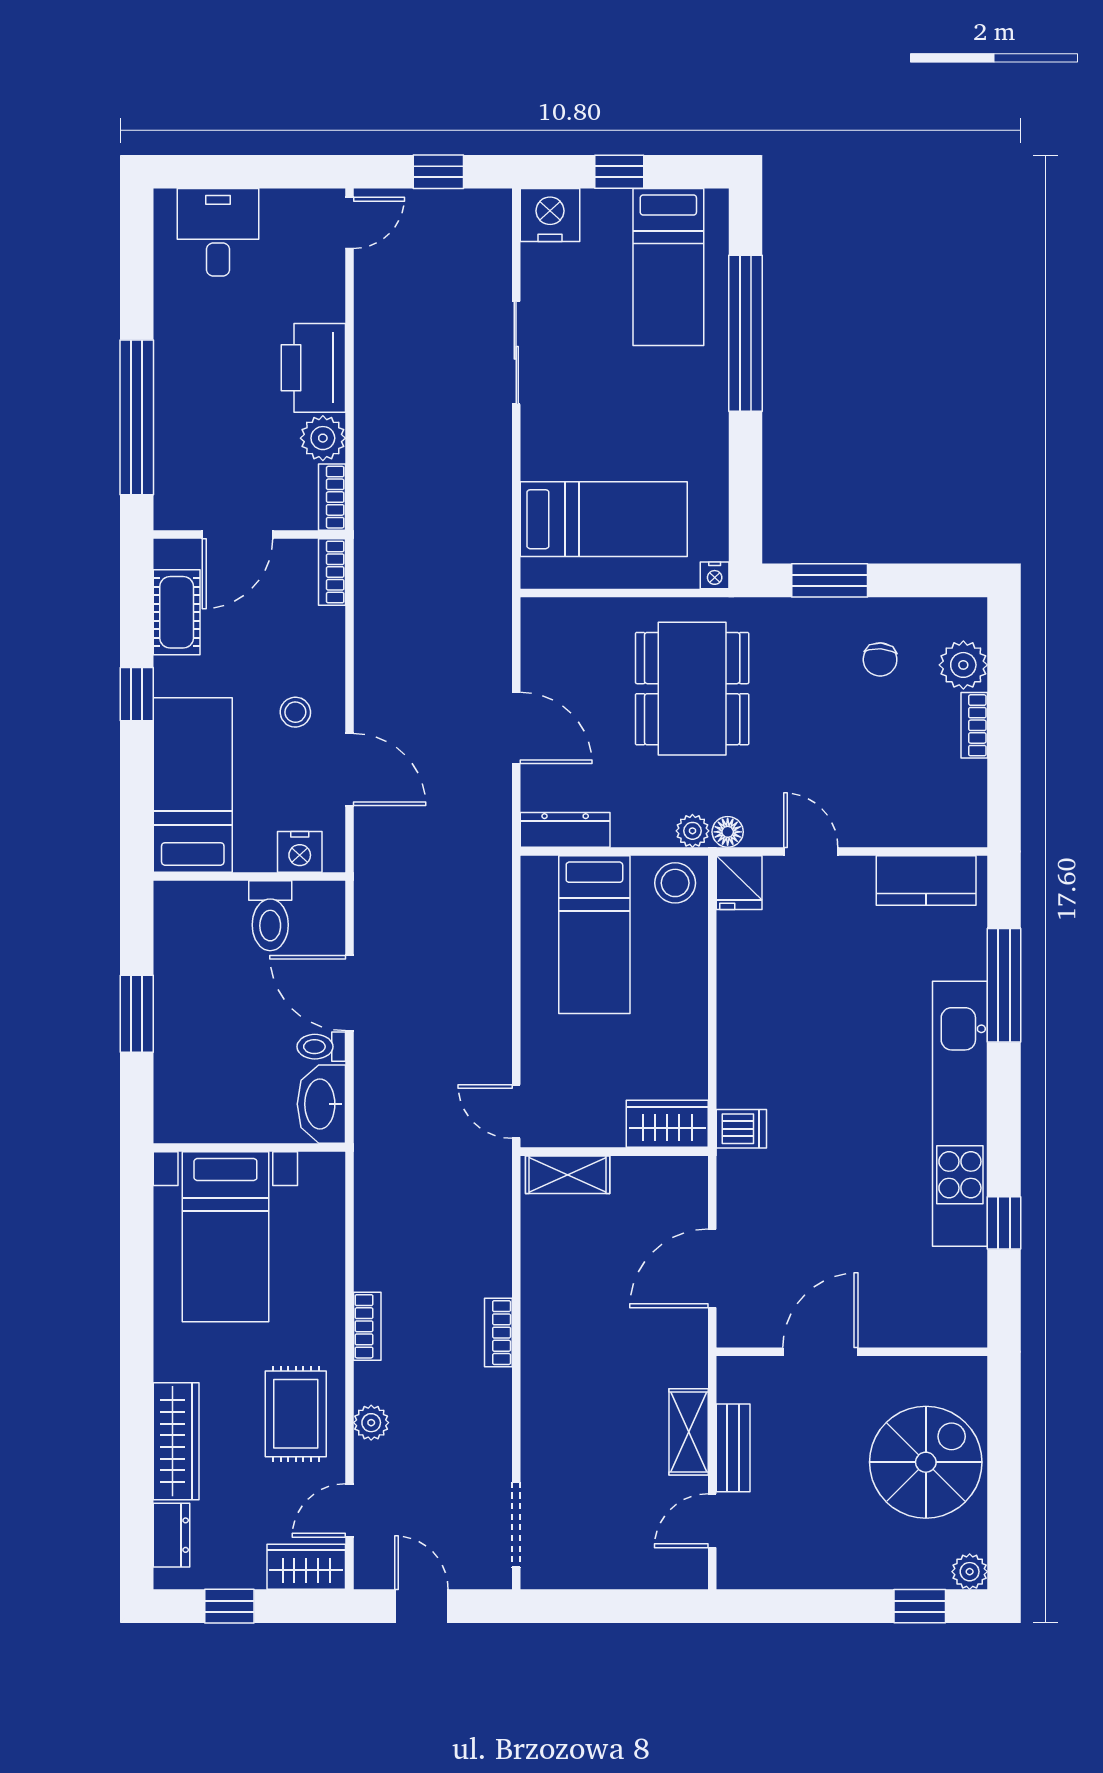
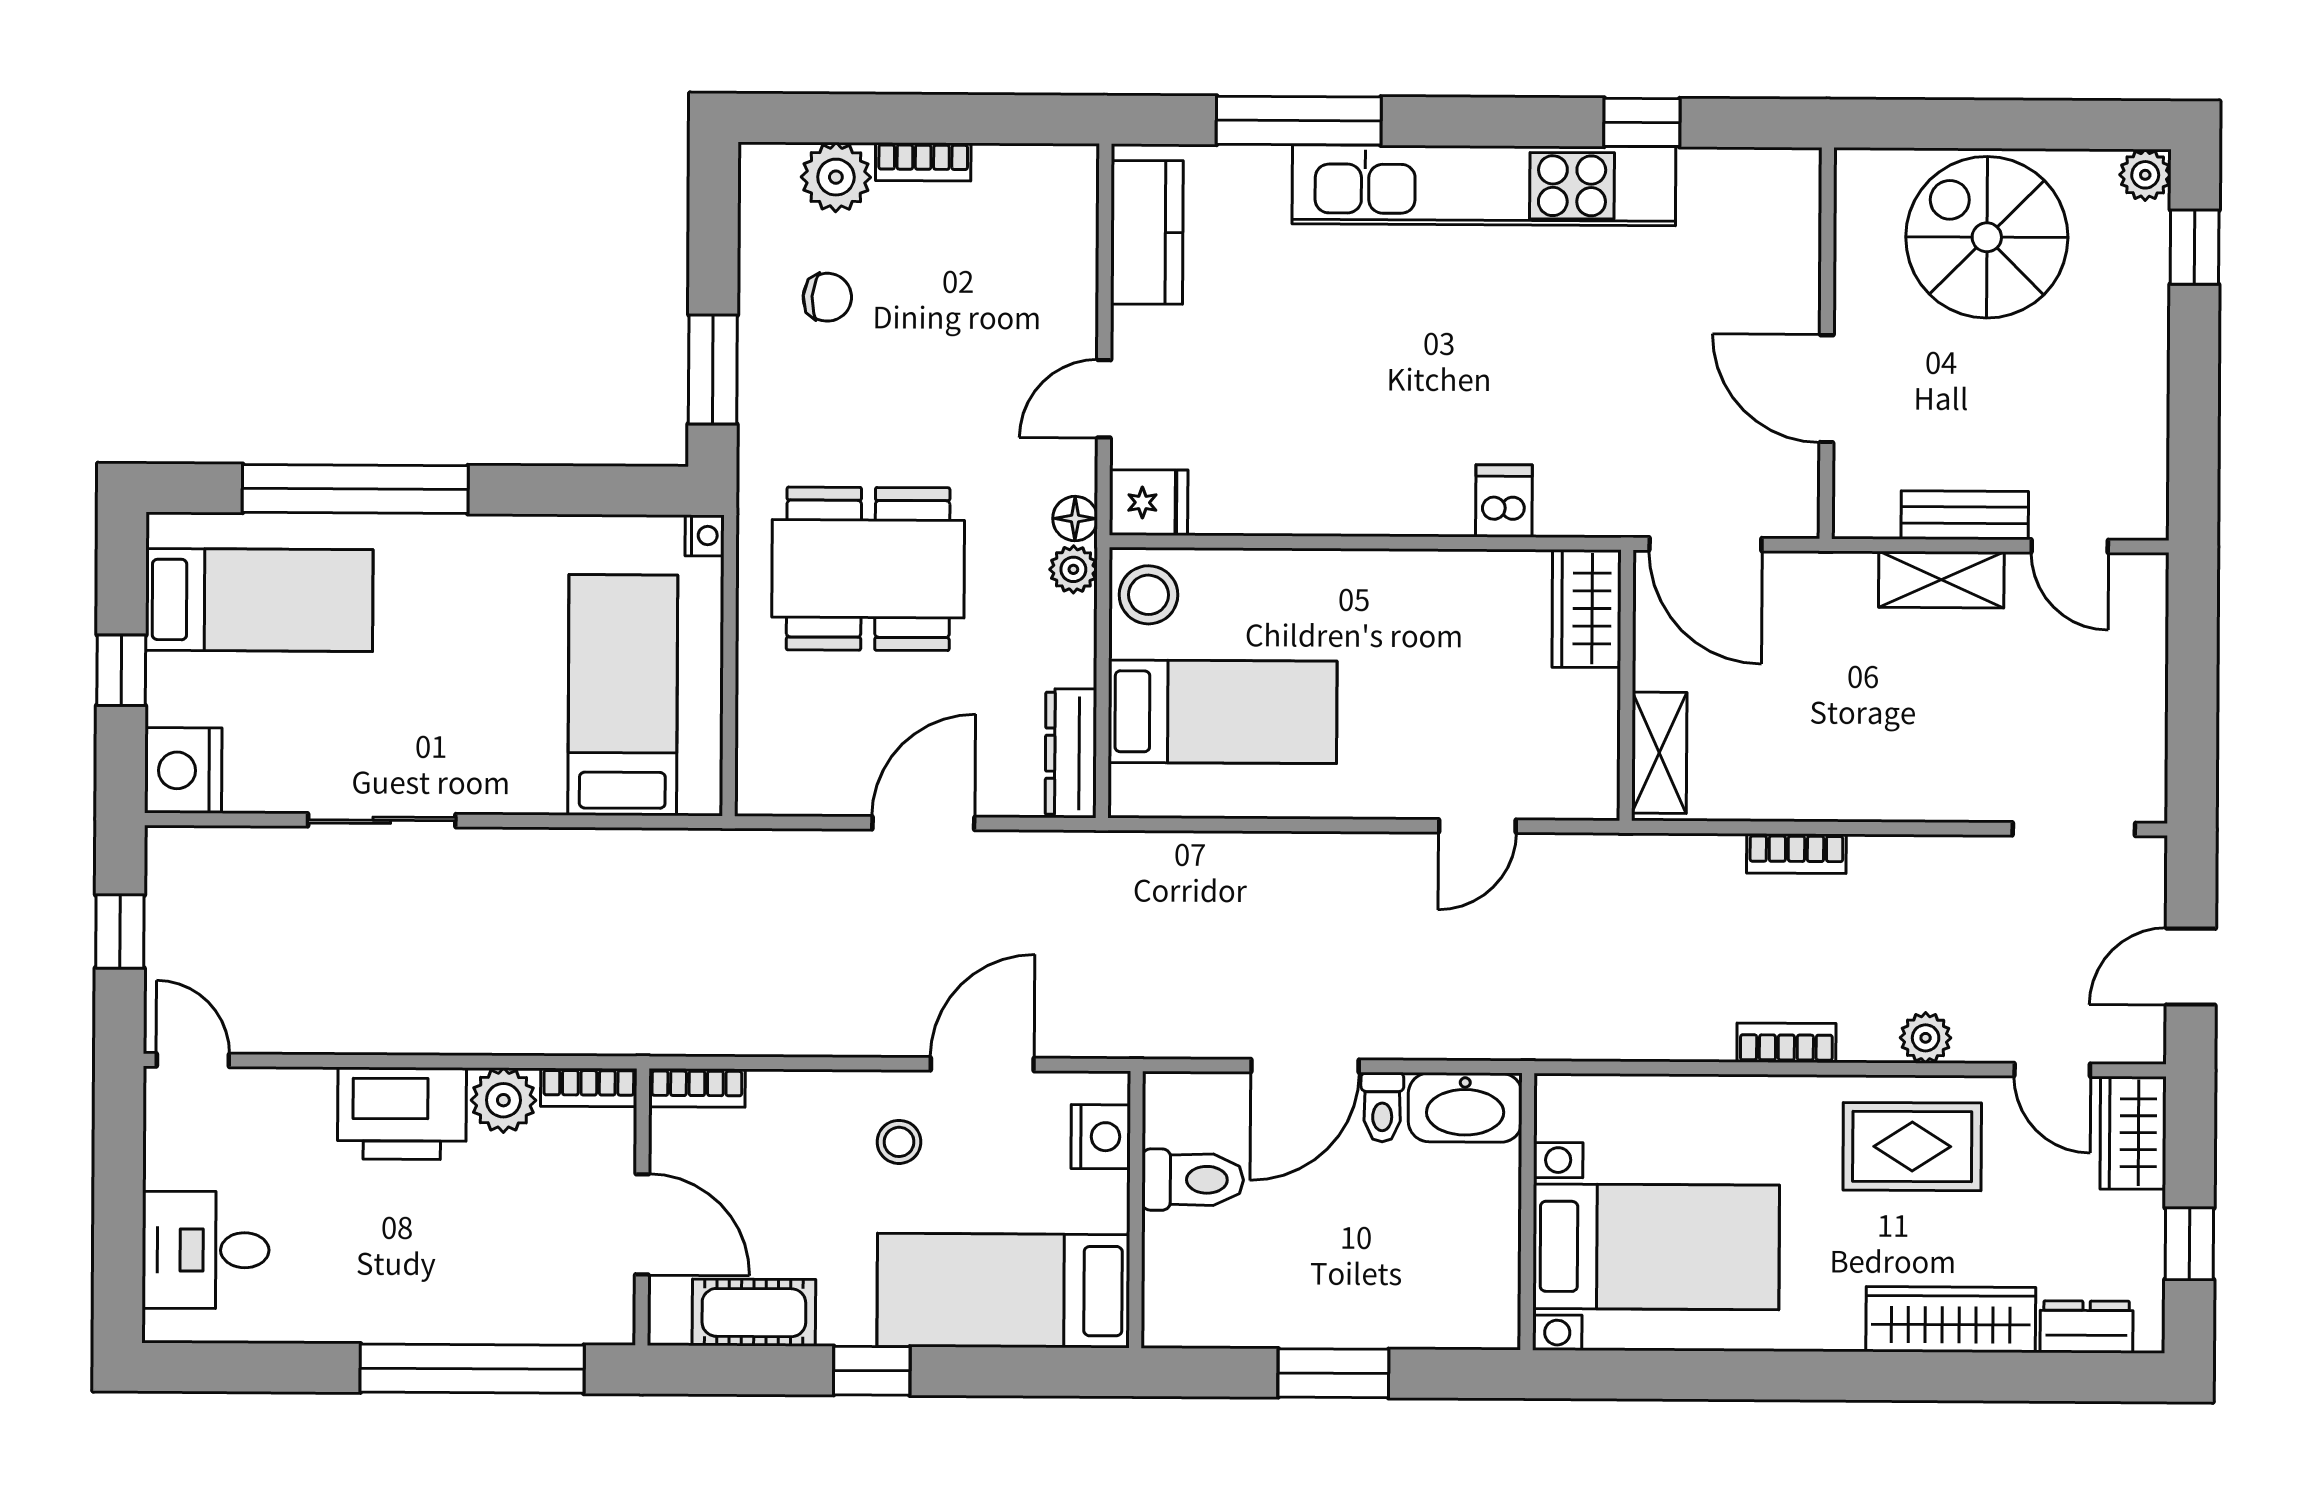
wardrobe: (667, 1124) -> (1587, 609), moved
wall: (614, 1152) -> (1626, 685), moved
shelving: (568, 1175) -> (1659, 753), moved

